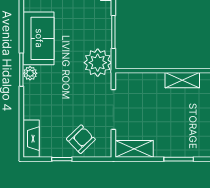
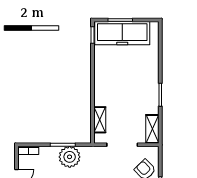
plant: (98, 63) -> (70, 157), moved
shelving: (182, 80) -> (100, 120), moved

